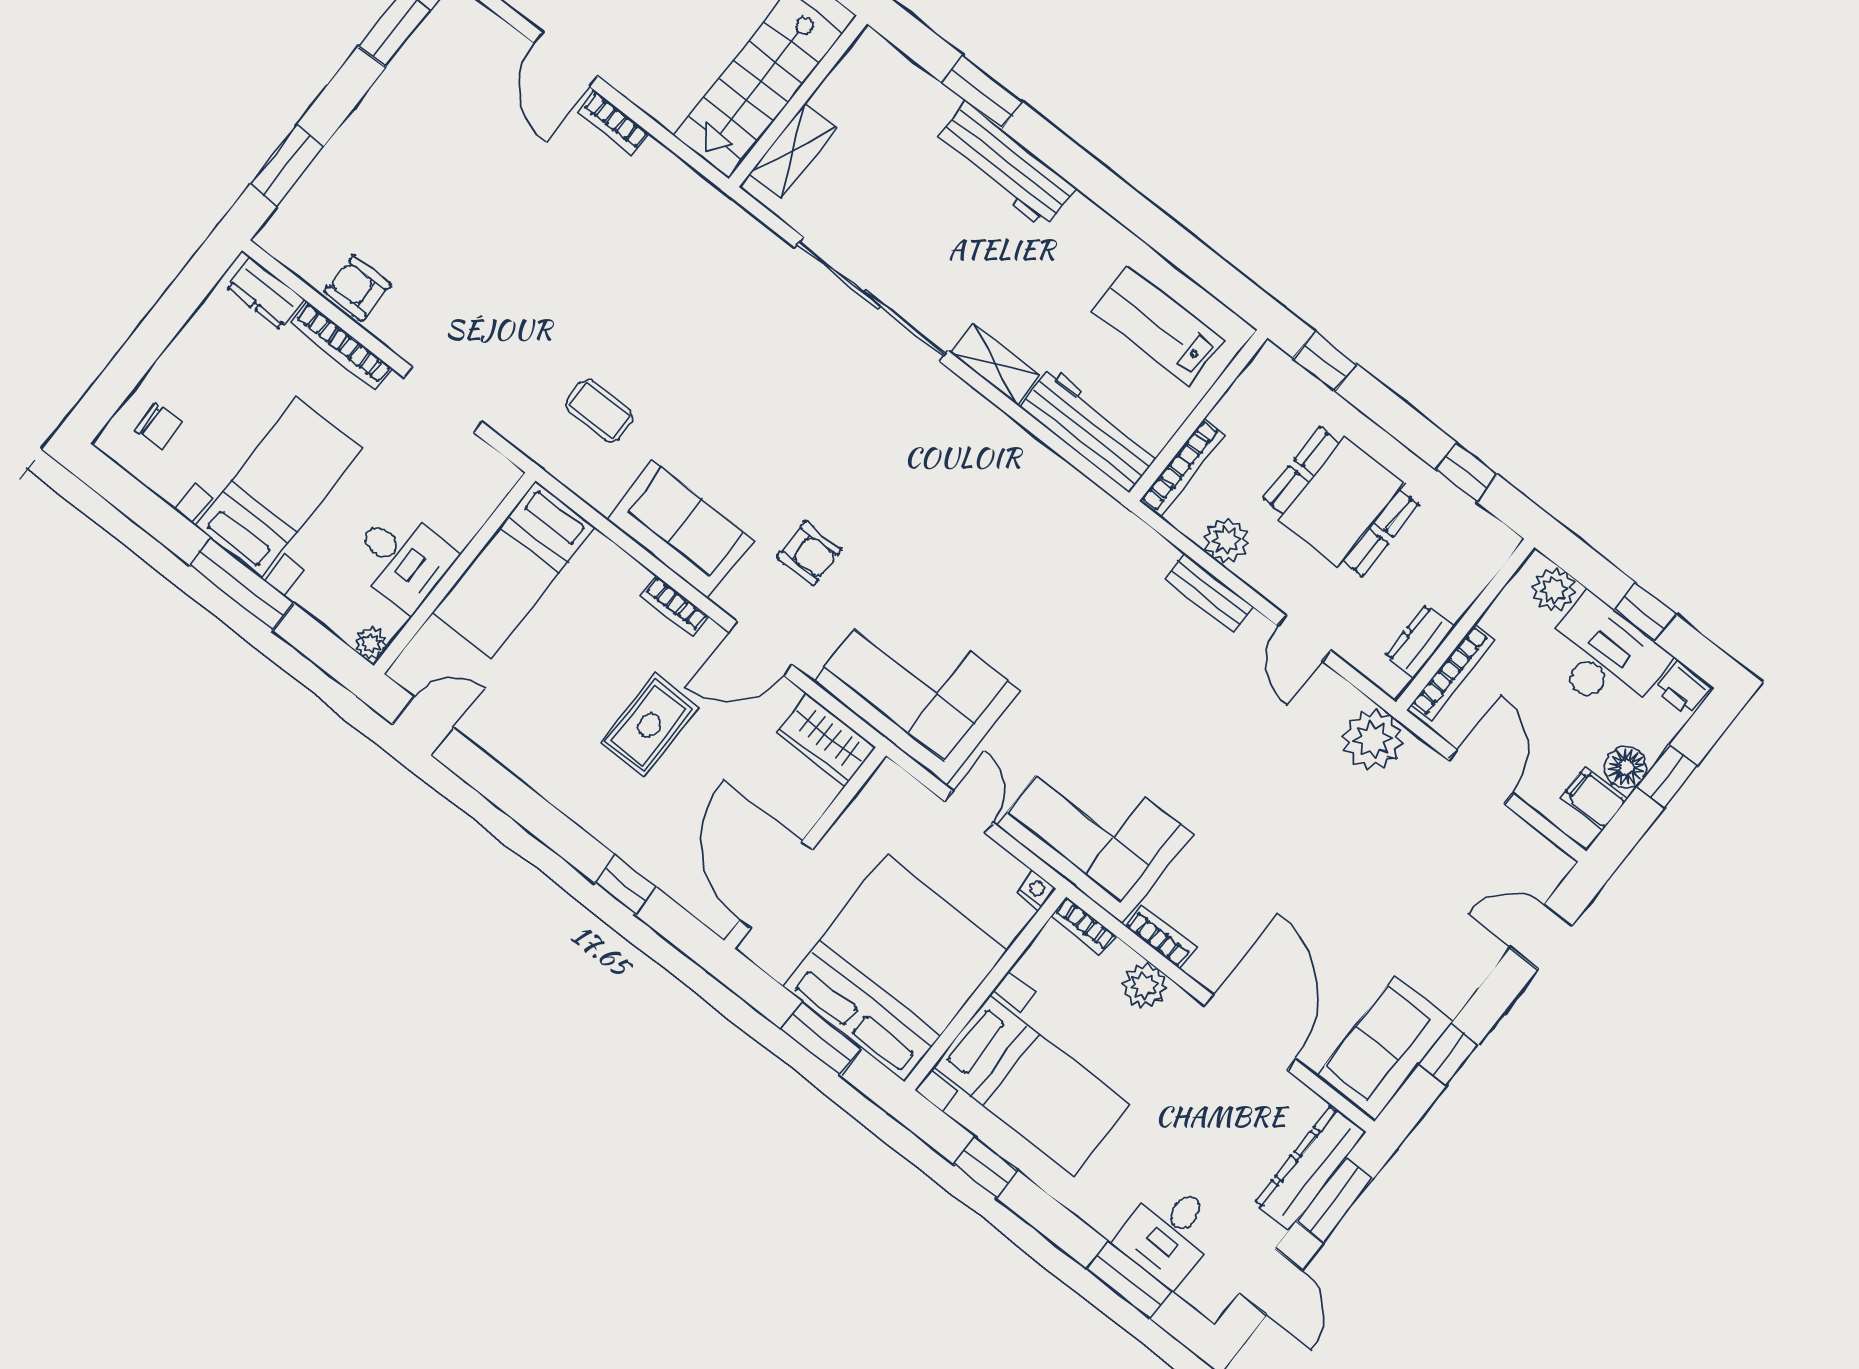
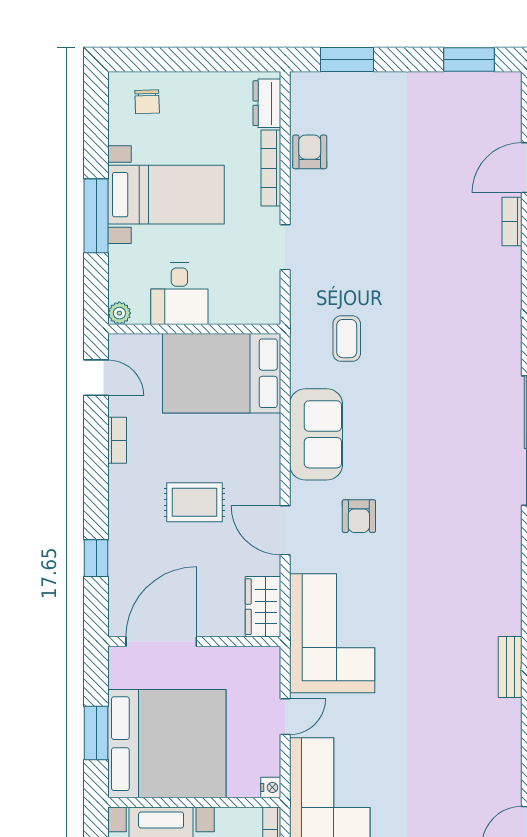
doorway: (443, 400) -> (285, 247), width x0.73
bed: (514, 570) -> (222, 373), width x1.50
bench: (1209, 593) -> (510, 667), moved
bookcase: (675, 606) -> (117, 440), moved, turned 180

